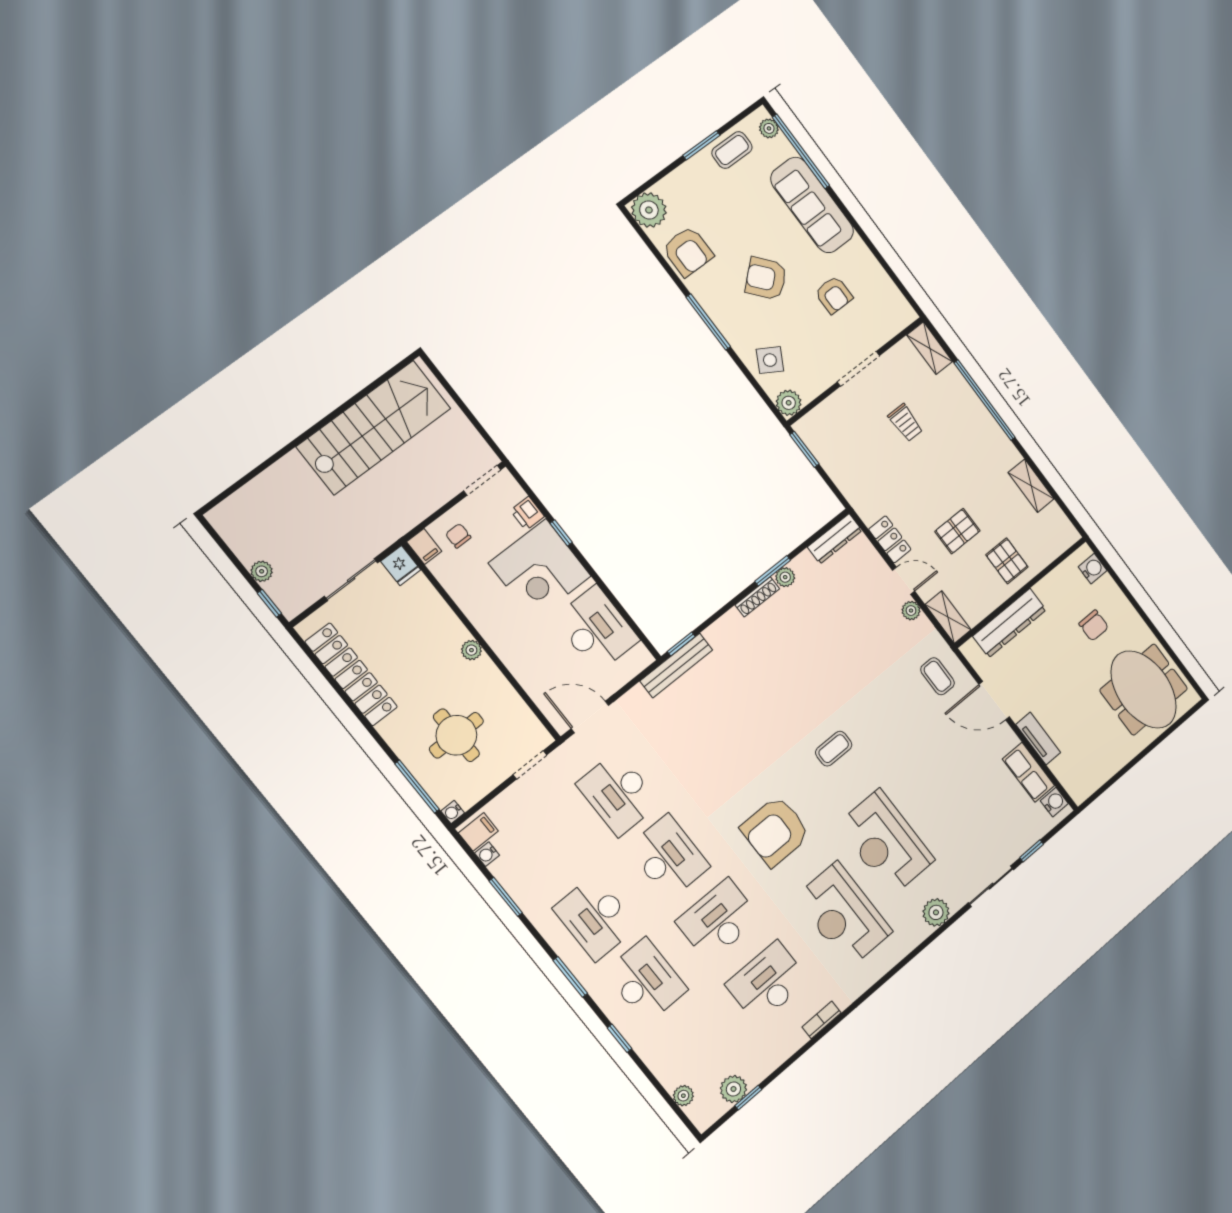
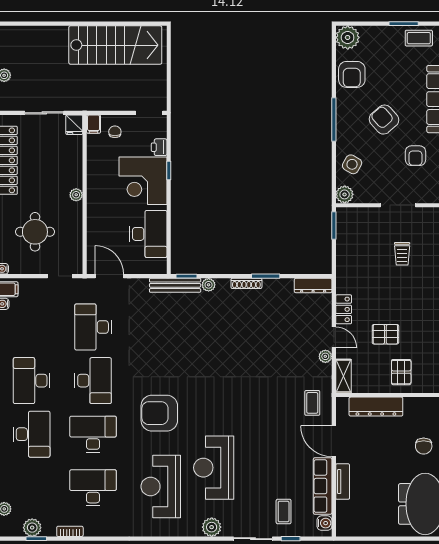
plant: (785, 577) -> (209, 285), moved
coffee table: (834, 749) -> (284, 512), moved, turned 90
row of seats: (1029, 772) -> (323, 486), width x1.48
bookcase: (821, 1020) -> (70, 531), moved

